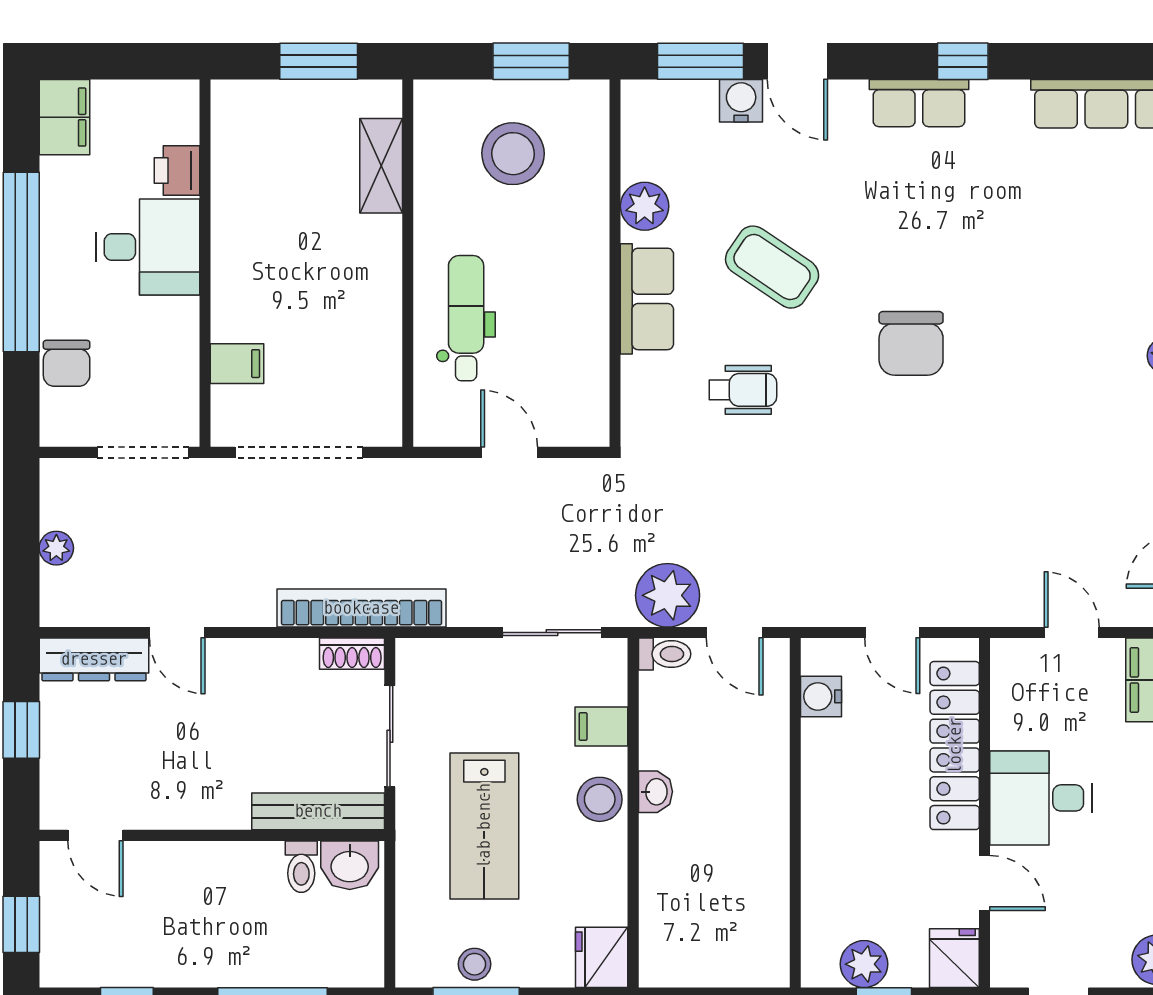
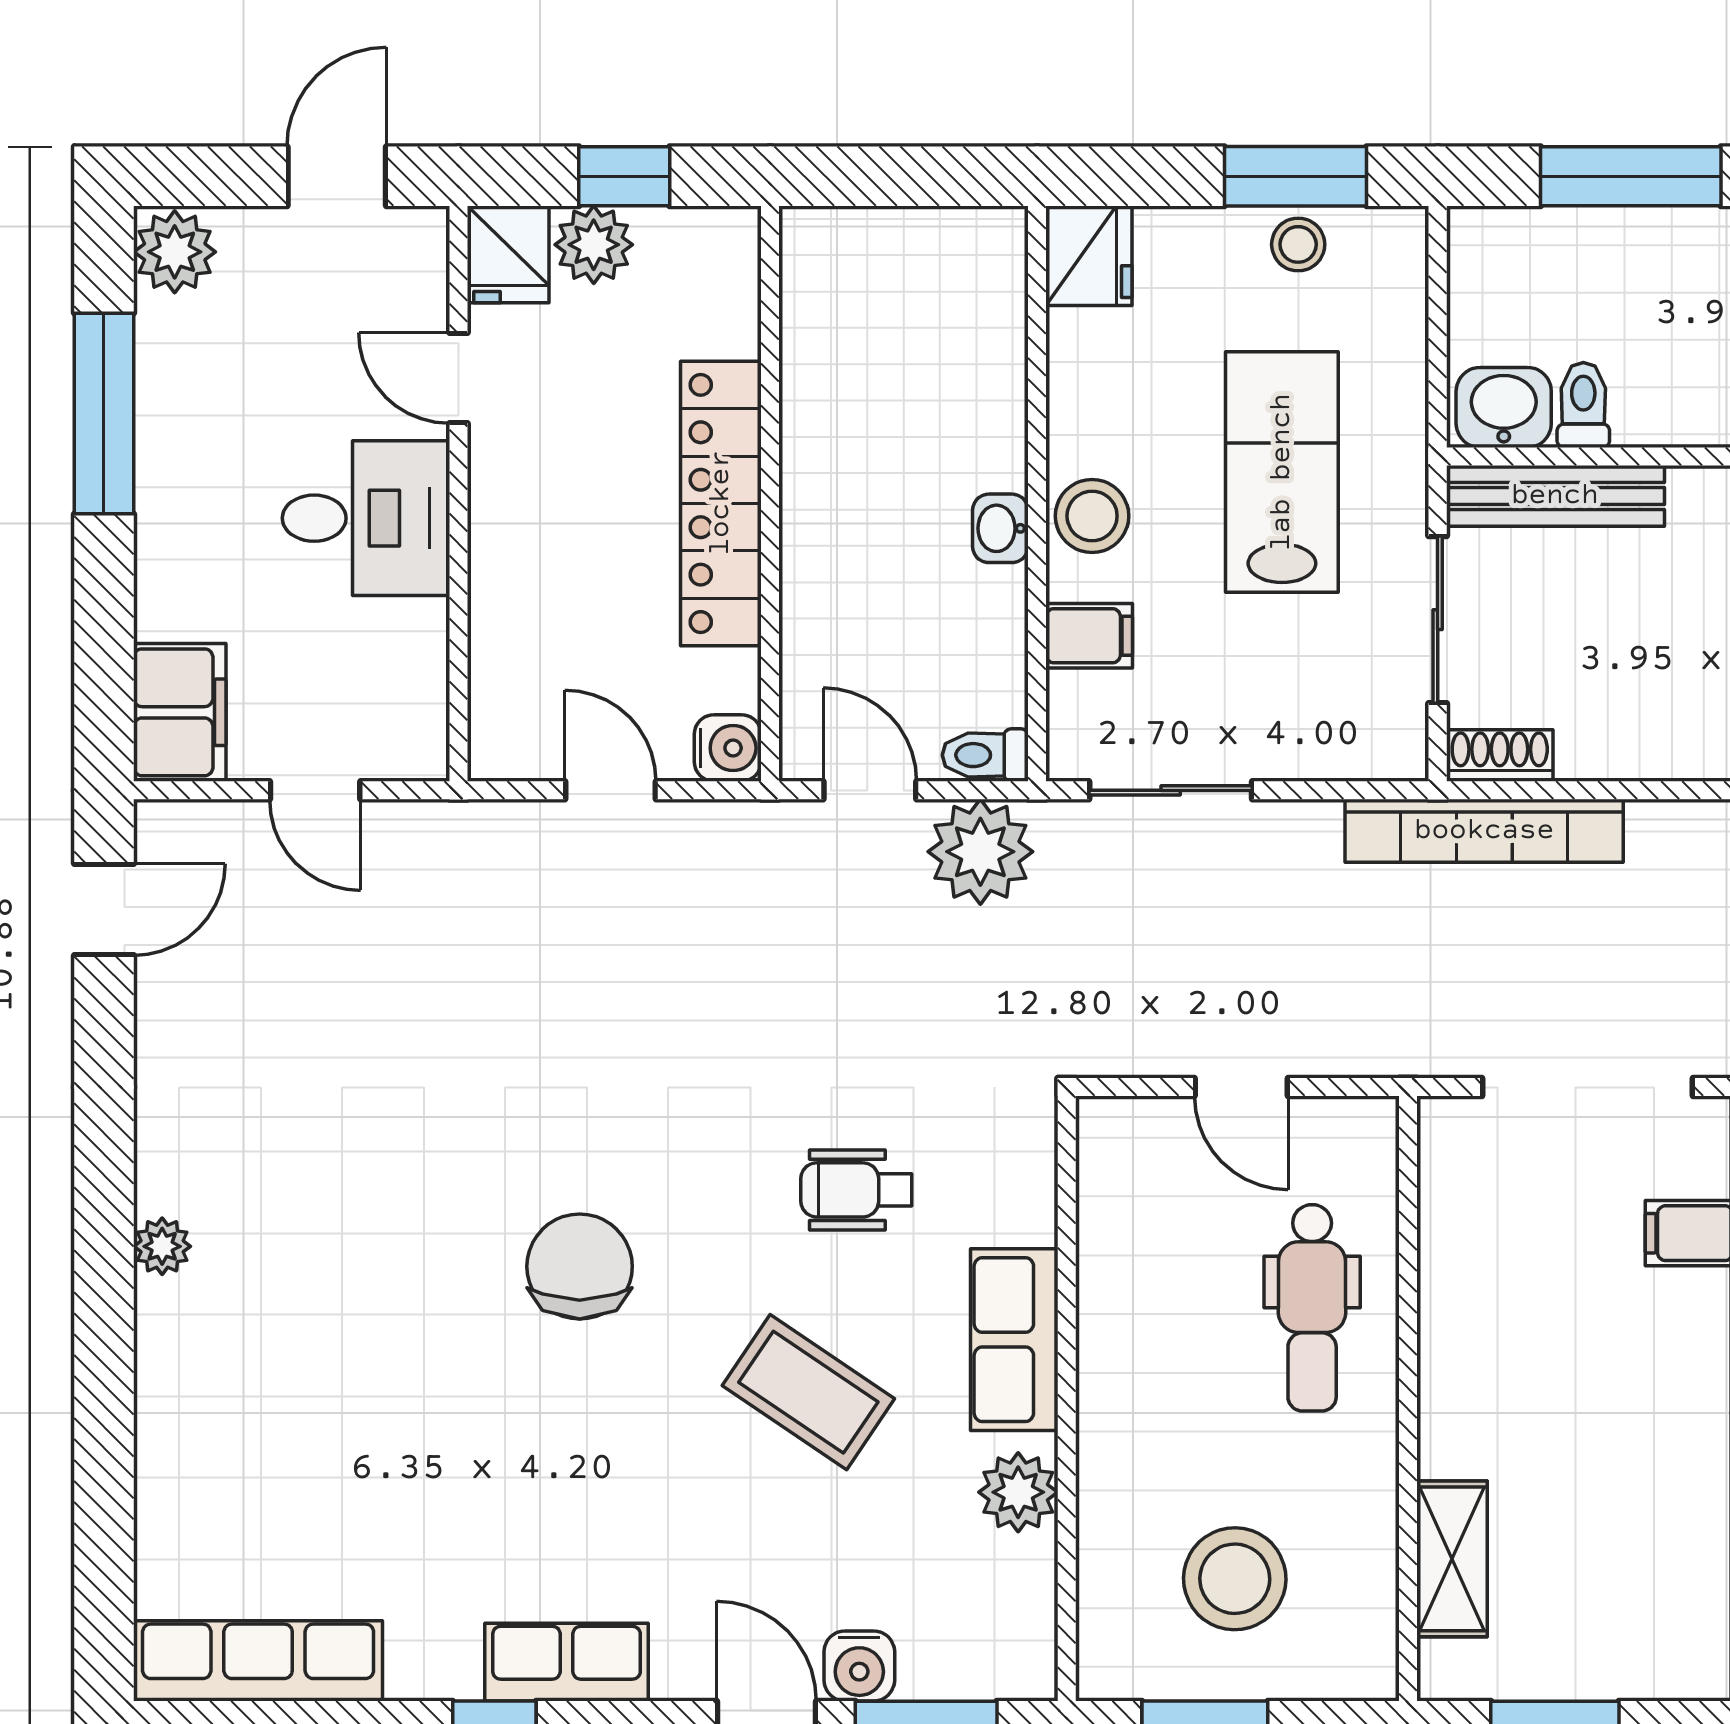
water cooler: (821, 696) -> (728, 748), moved
locker: (955, 746) -> (721, 503), moved, turned 180
plant: (864, 964) -> (594, 245), moved

